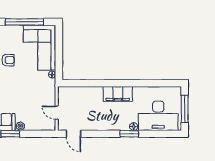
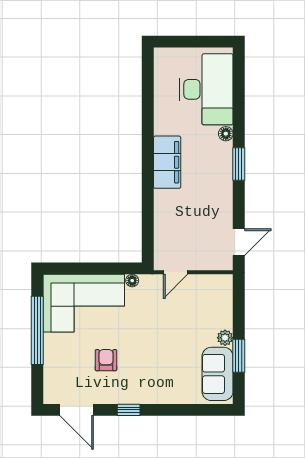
window: (185, 109) -> (194, 42), removed
door: (57, 113) -> (175, 272), moved
window: (129, 134) -> (239, 164), moved

